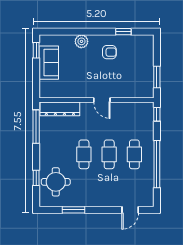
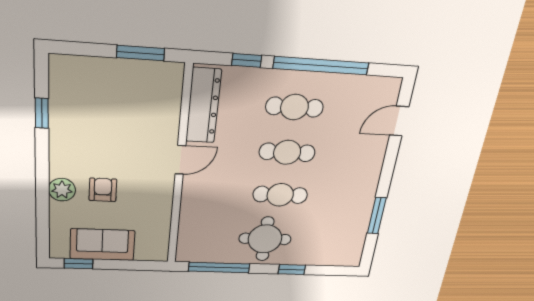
armchair: (109, 52) -> (103, 190), moved
dresser: (60, 109) -> (203, 106), moved
window: (157, 114) -> (247, 60), moved
window: (36, 178) -> (292, 269), moved
round table: (56, 182) -> (265, 239), moved
door: (130, 210) -> (399, 121), swing flipped

